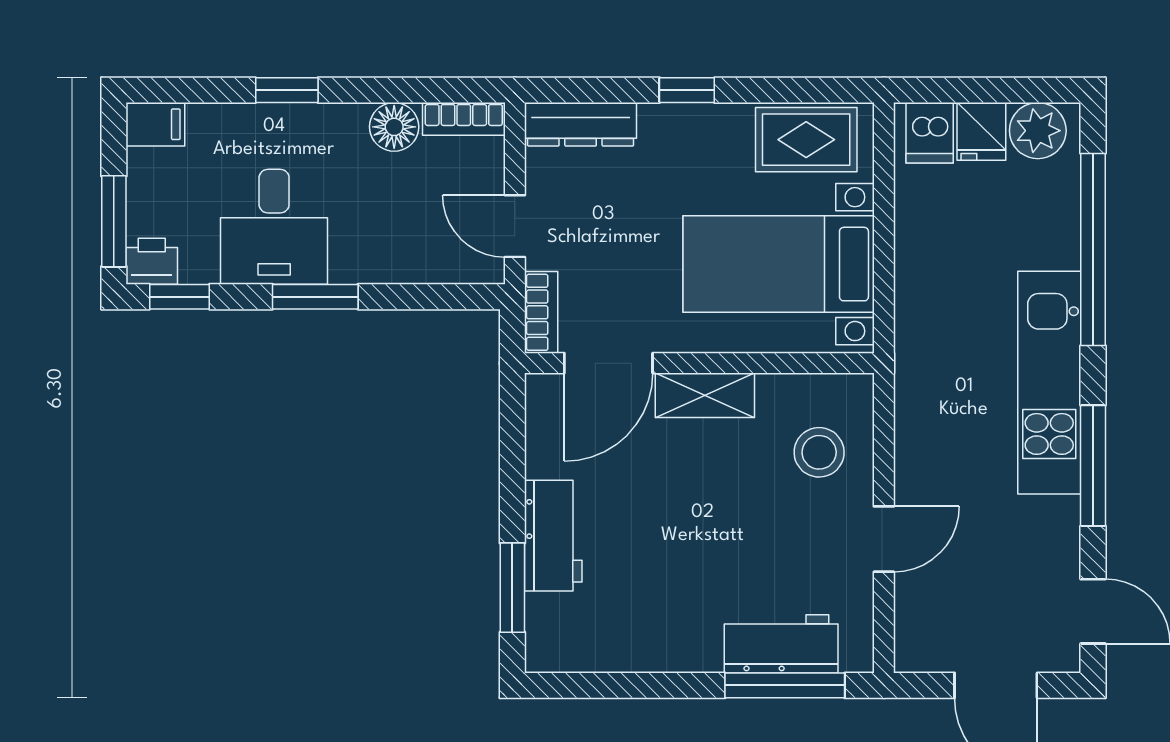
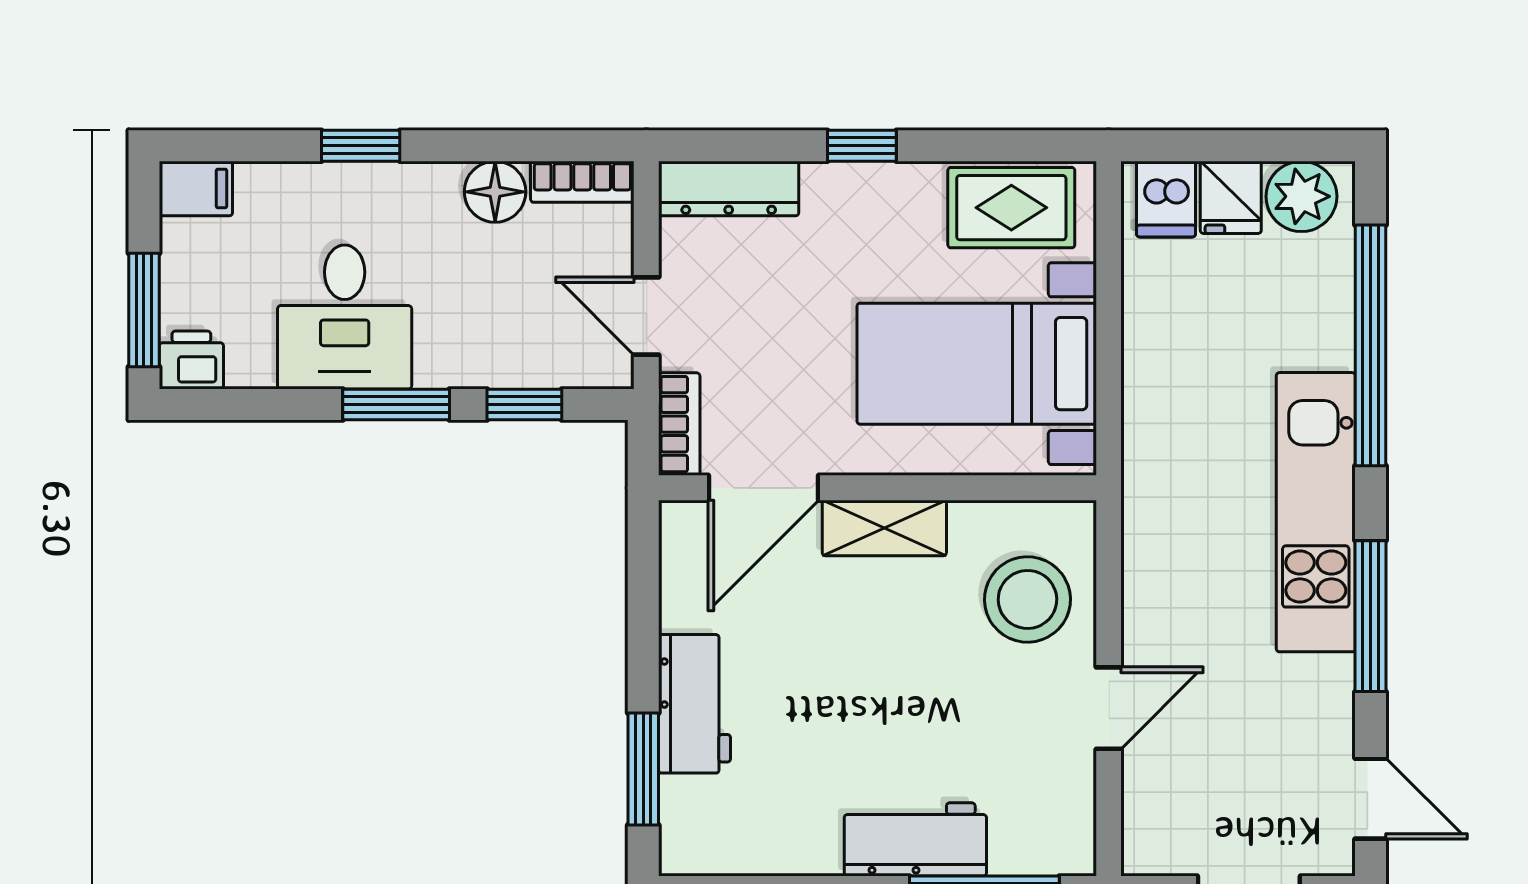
window: (180, 297) -> (524, 405), moved
stool: (819, 452) -> (1027, 599), width x1.38, depth x1.38
workbench: (781, 644) -> (915, 839), moved

